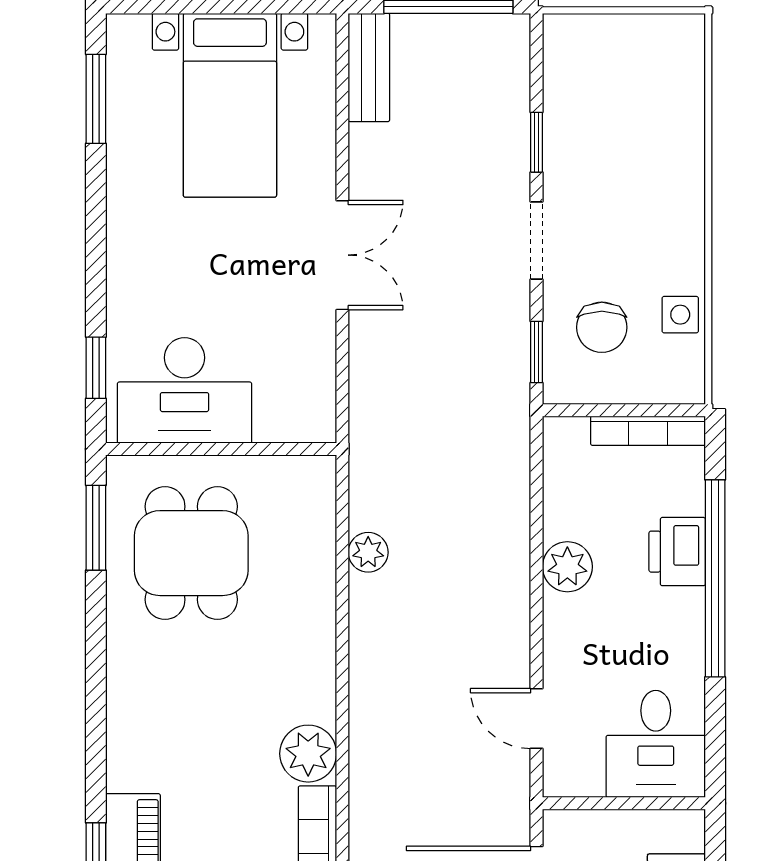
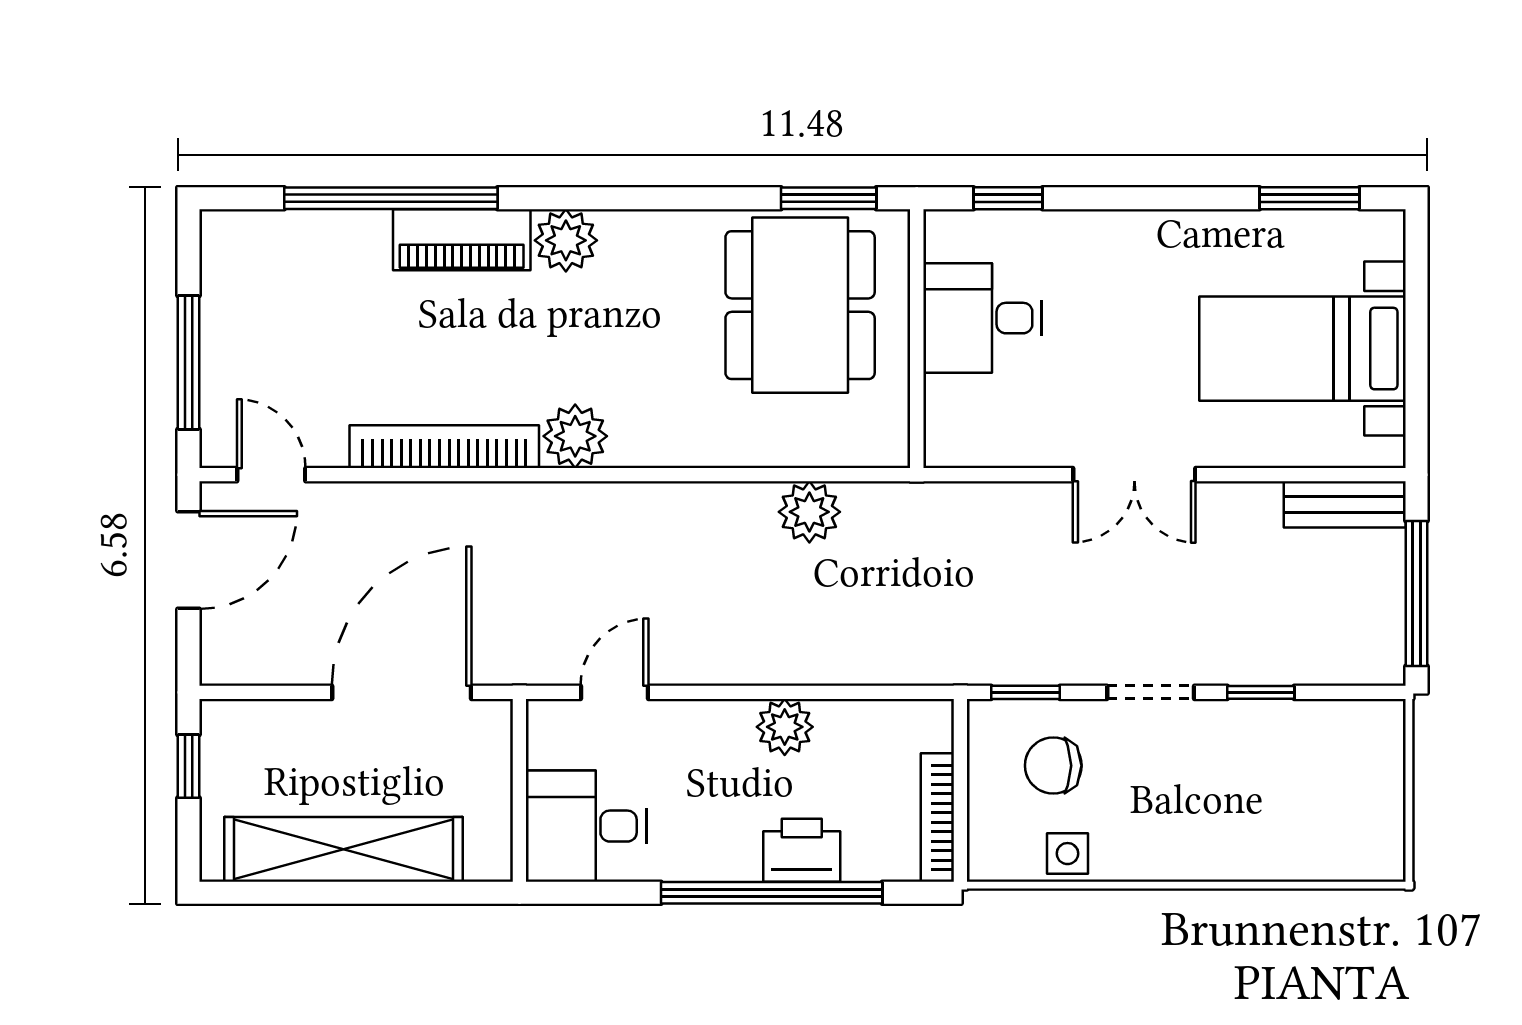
desk: (185, 390) -> (982, 318), width x0.73
plant: (368, 552) -> (809, 512), width x1.38, depth x1.38
dining table: (191, 553) -> (800, 305), width x1.38
plant: (133, 762) -> (566, 240), added

